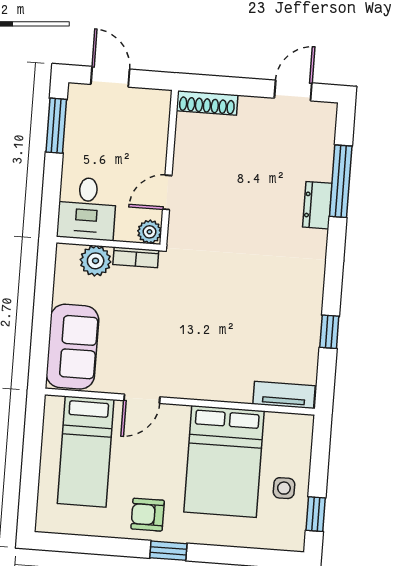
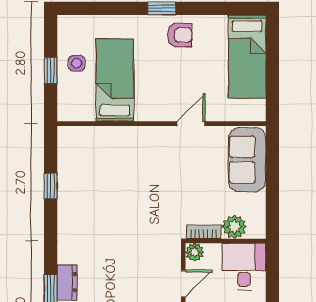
tv unit: (284, 395) -> (82, 135), removed
bed: (86, 452) -> (247, 57), moved, turned 180
bed: (224, 462) -> (115, 80), width x0.67
window: (316, 514) -> (51, 71), moved

